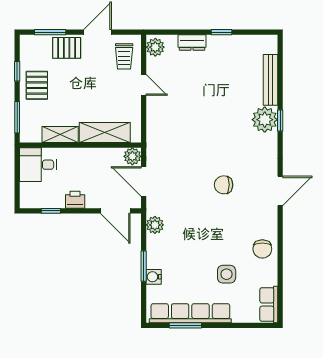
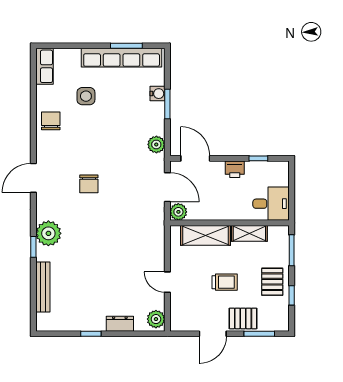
trolley: (124, 56) -> (225, 282), moved, turned 90
plant: (265, 120) -> (48, 233), moved
chair: (224, 185) -> (89, 184), turned 89

